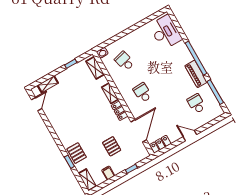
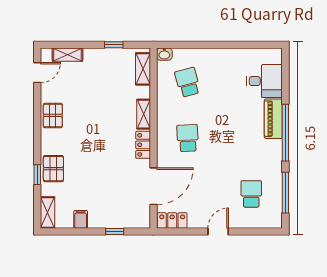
desk: (165, 32) -> (264, 81), width x0.73
piano: (196, 74) -> (273, 119), moved
door: (190, 136) -> (218, 232), hinge flipped
pallet: (112, 146) -> (53, 115), moved

